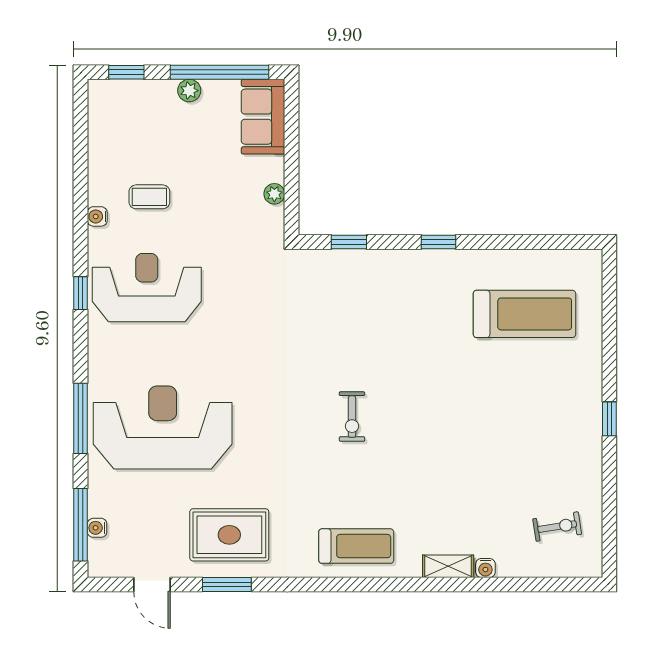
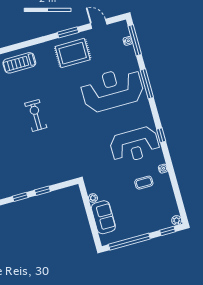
plant: (189, 91) -> (177, 220), moved
sofa: (263, 117) -> (103, 217), moved
window: (349, 242) -> (42, 191), moved
exercise bike: (352, 417) -> (36, 115), width x1.38, depth x1.39
reception desk: (163, 427) -> (112, 89), turned 180

